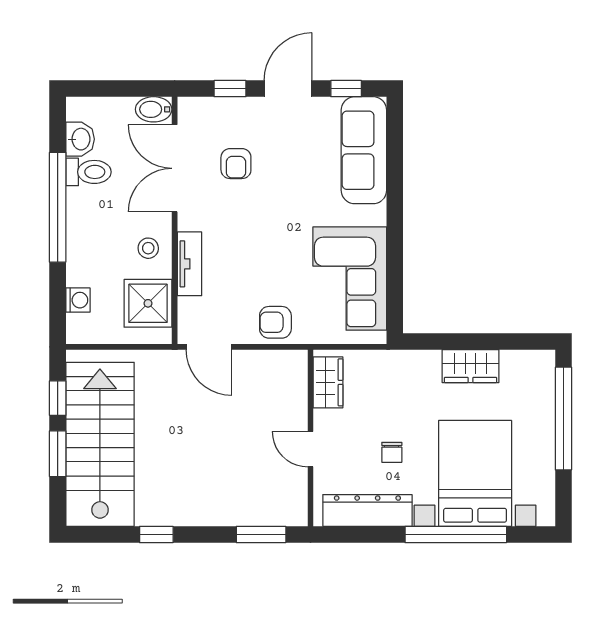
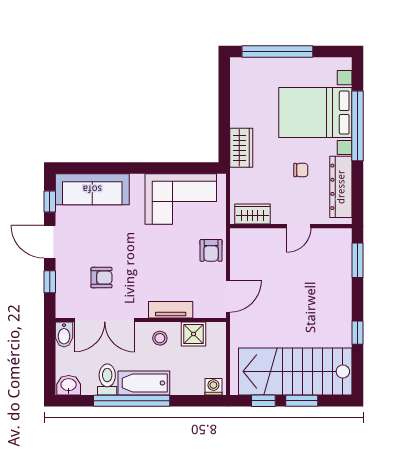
washbasin: (80, 139) -> (69, 385), moved
bathtub: (83, 225) -> (144, 383), added
washing machine: (78, 300) -> (213, 387), moved
shower: (148, 303) -> (194, 334), width x0.73, depth x0.73
wardrobe: (470, 366) -> (241, 148), moved

